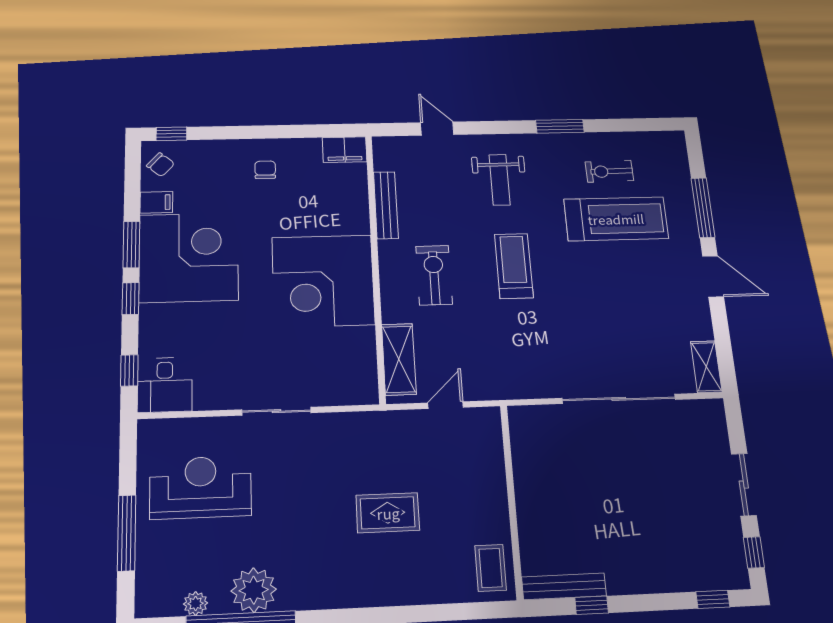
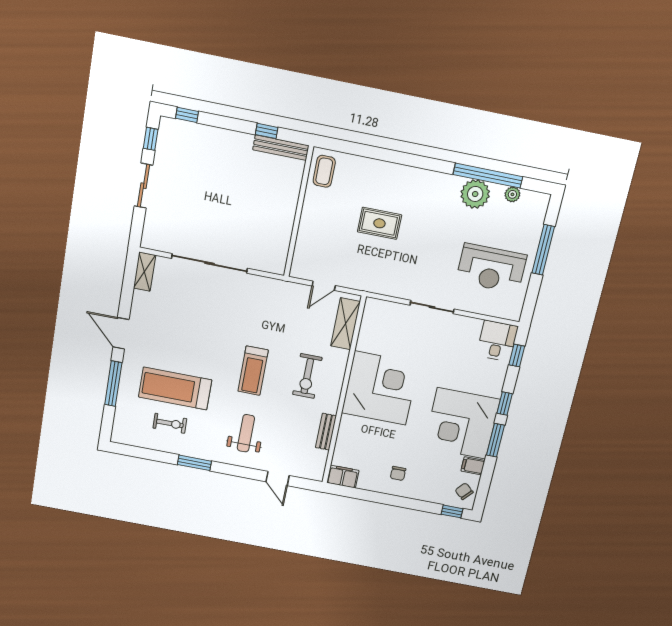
bench: (386, 205) -> (326, 432), width x0.73

